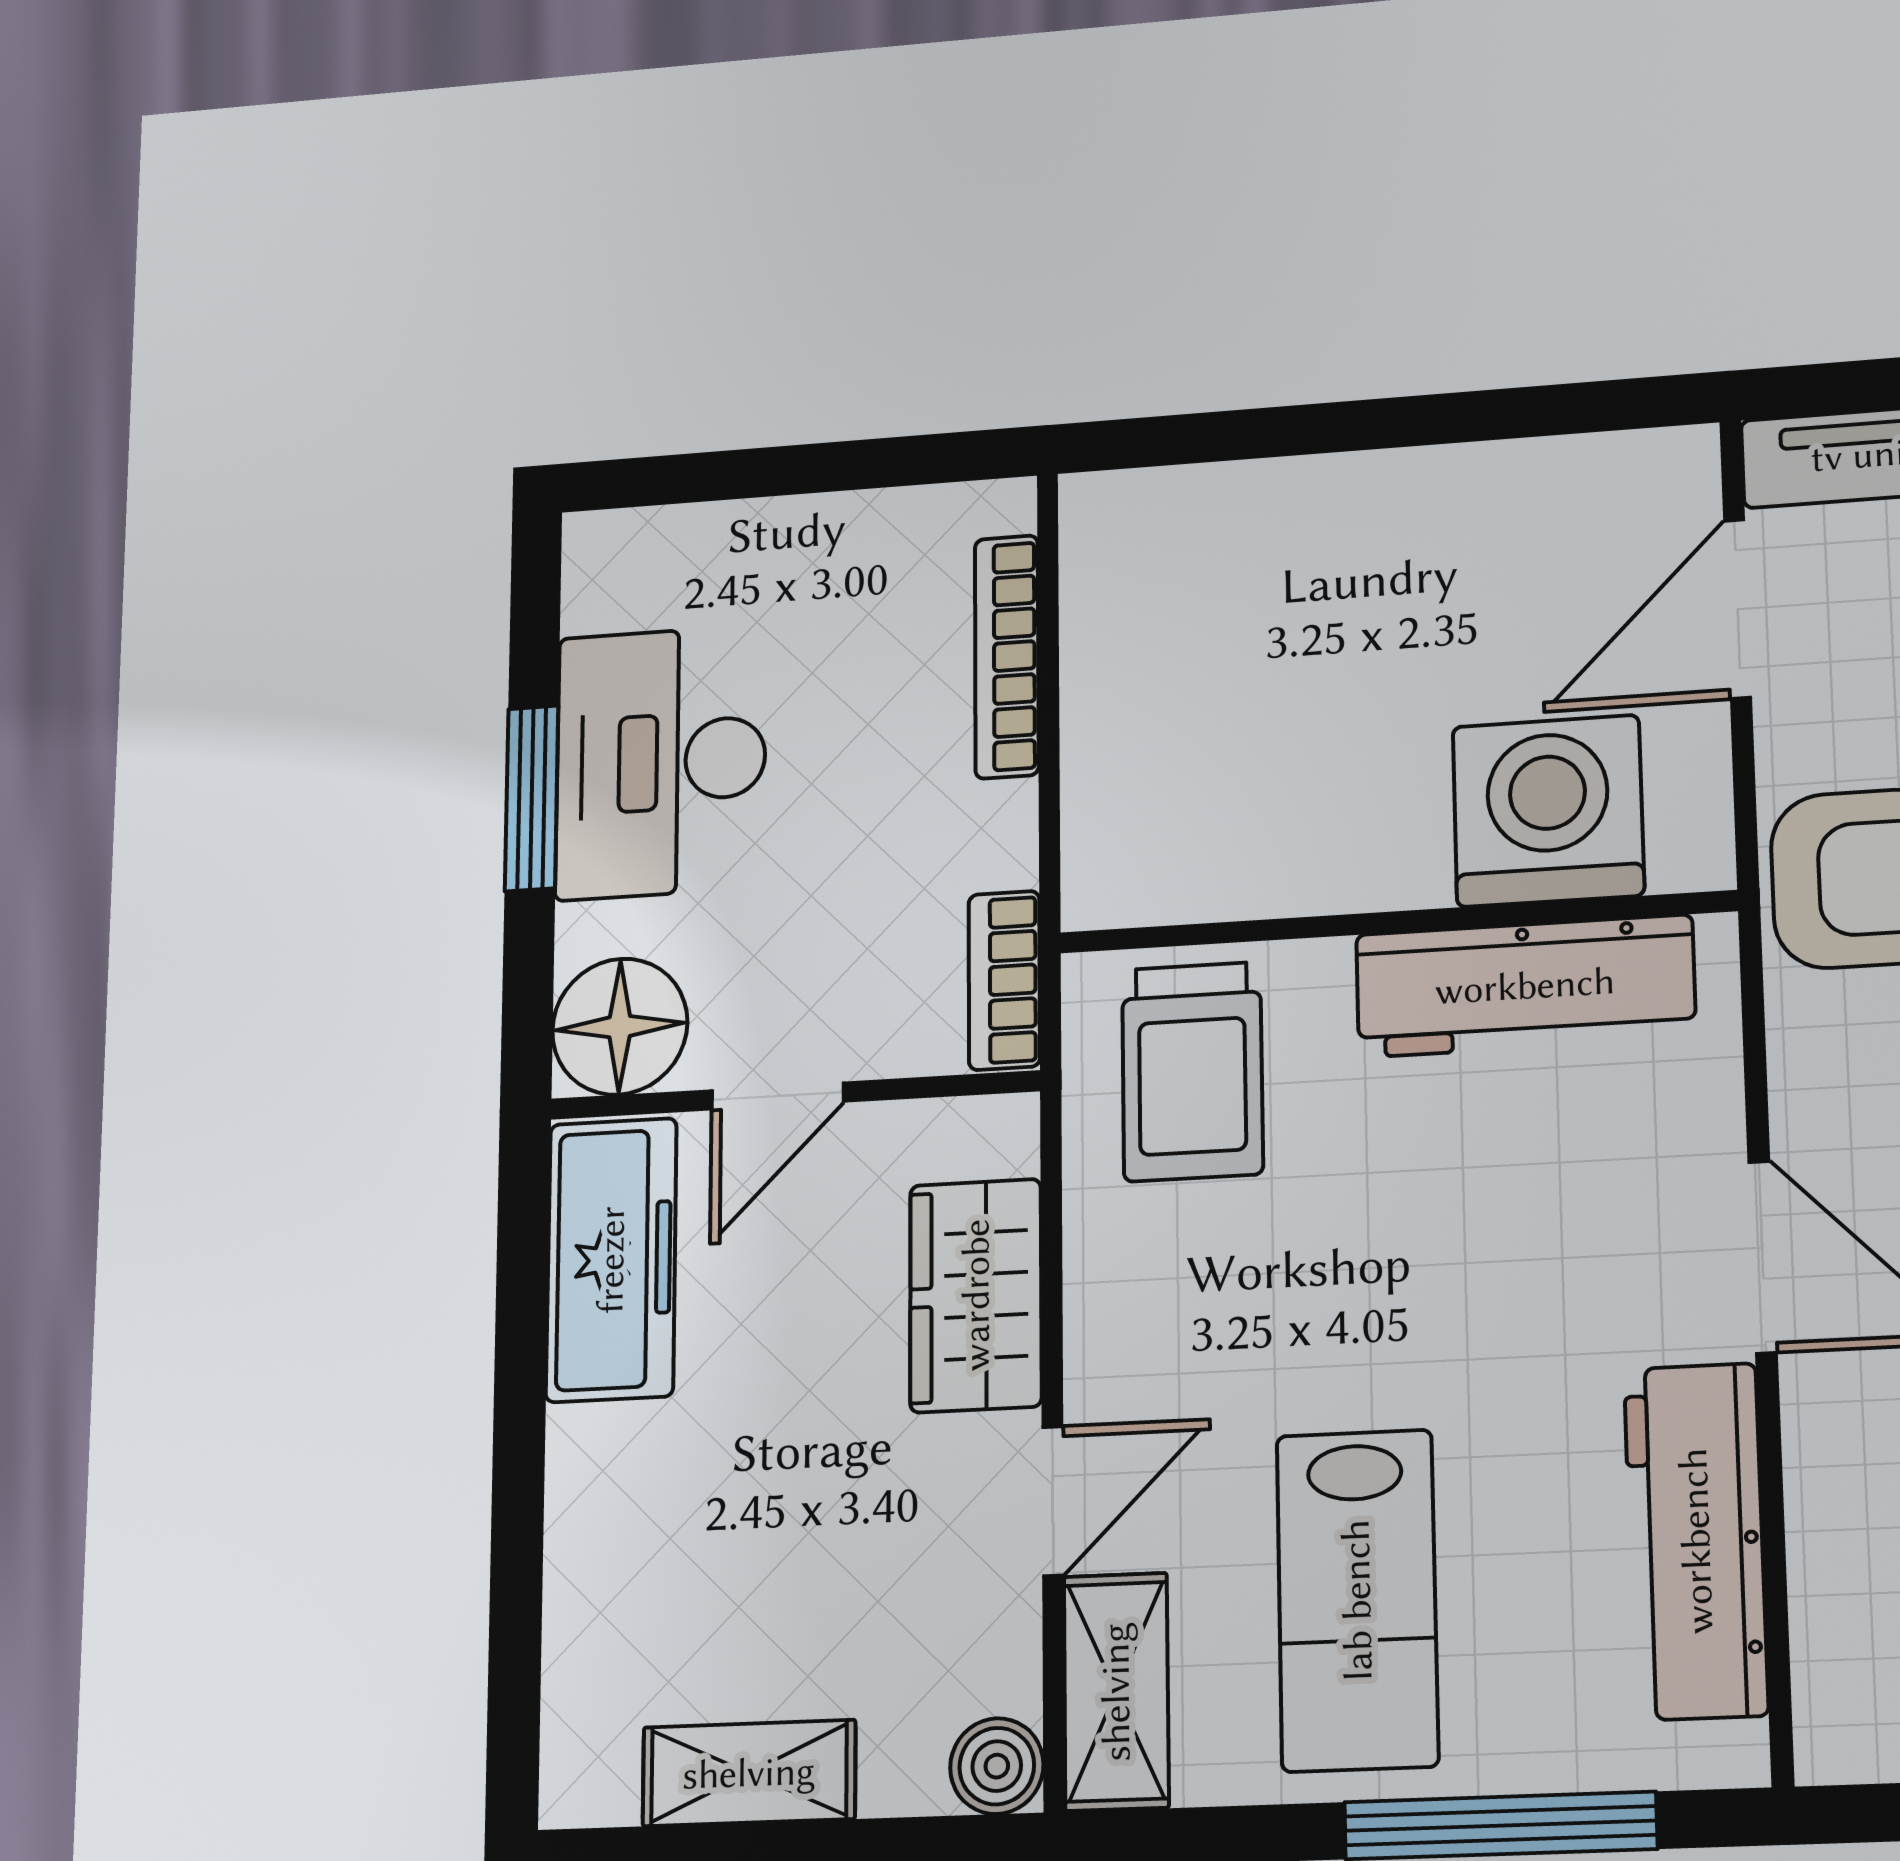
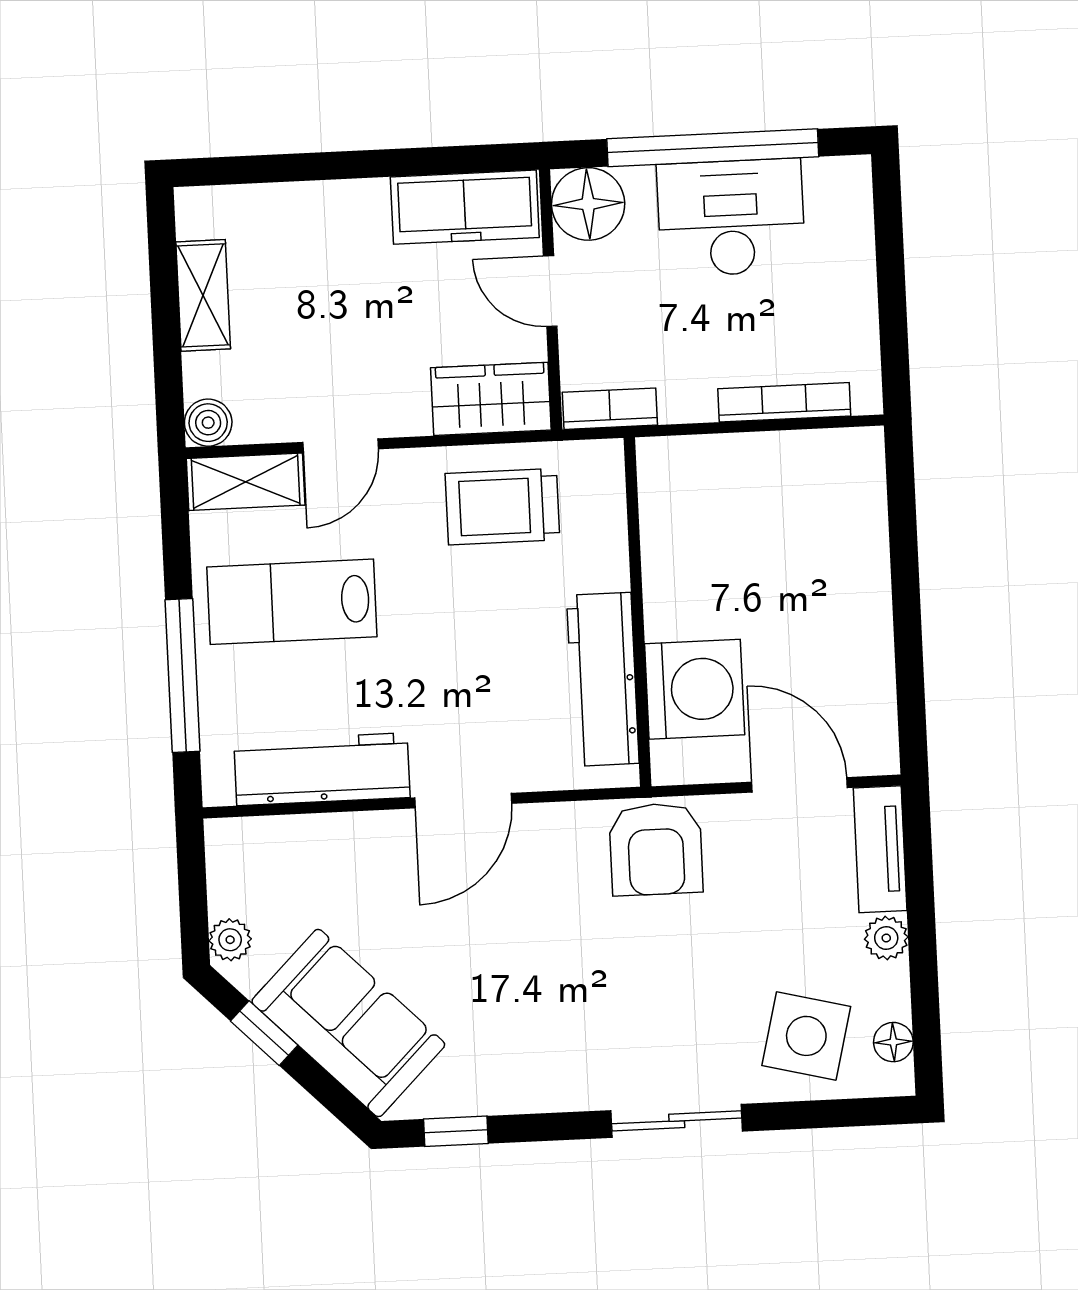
window: (532, 798) -> (713, 148), width x2.11
trolley: (1192, 1071) -> (502, 507), moved
wardrobe: (976, 1295) -> (491, 399), moved
door: (1053, 1501) -> (341, 446), hinge flipped

